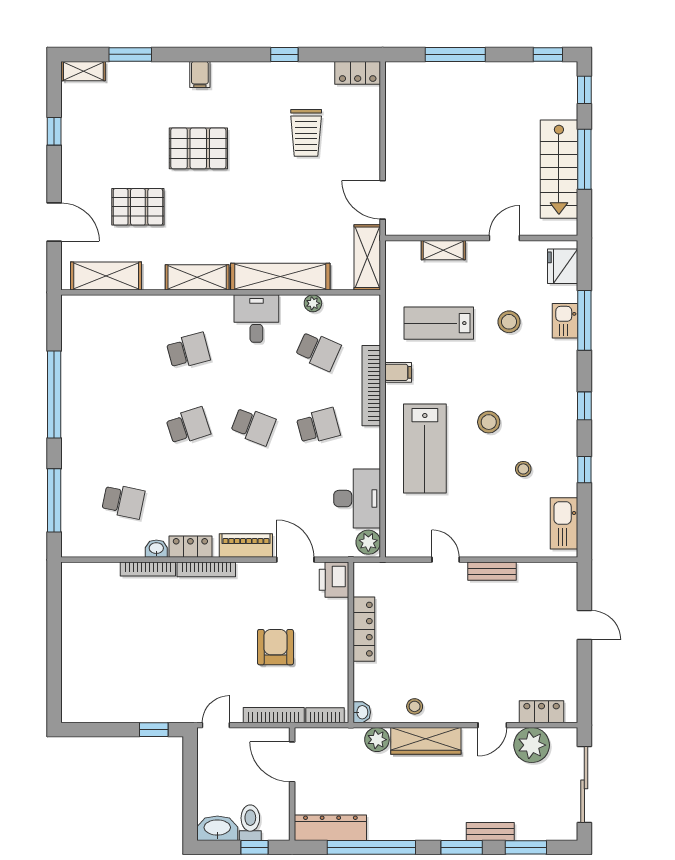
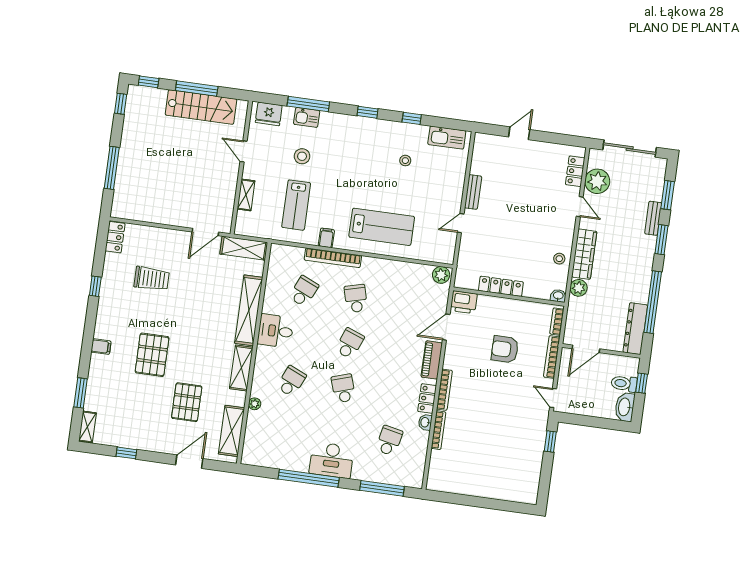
plant: (313, 303) -> (255, 404), moved
school desk: (188, 351) -> (291, 381), turned 39
stool: (489, 422) -> (369, 180), removed
desk: (357, 499) -> (332, 460), moved, turned 180

